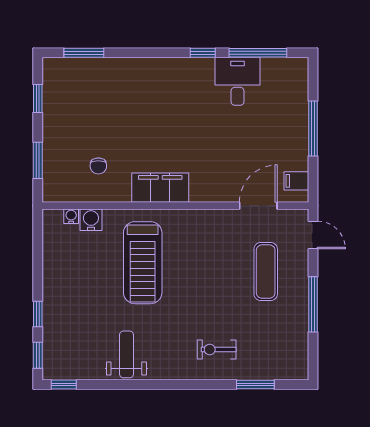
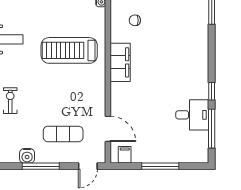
water cooler: (91, 220) -> (27, 156), moved, turned 90

